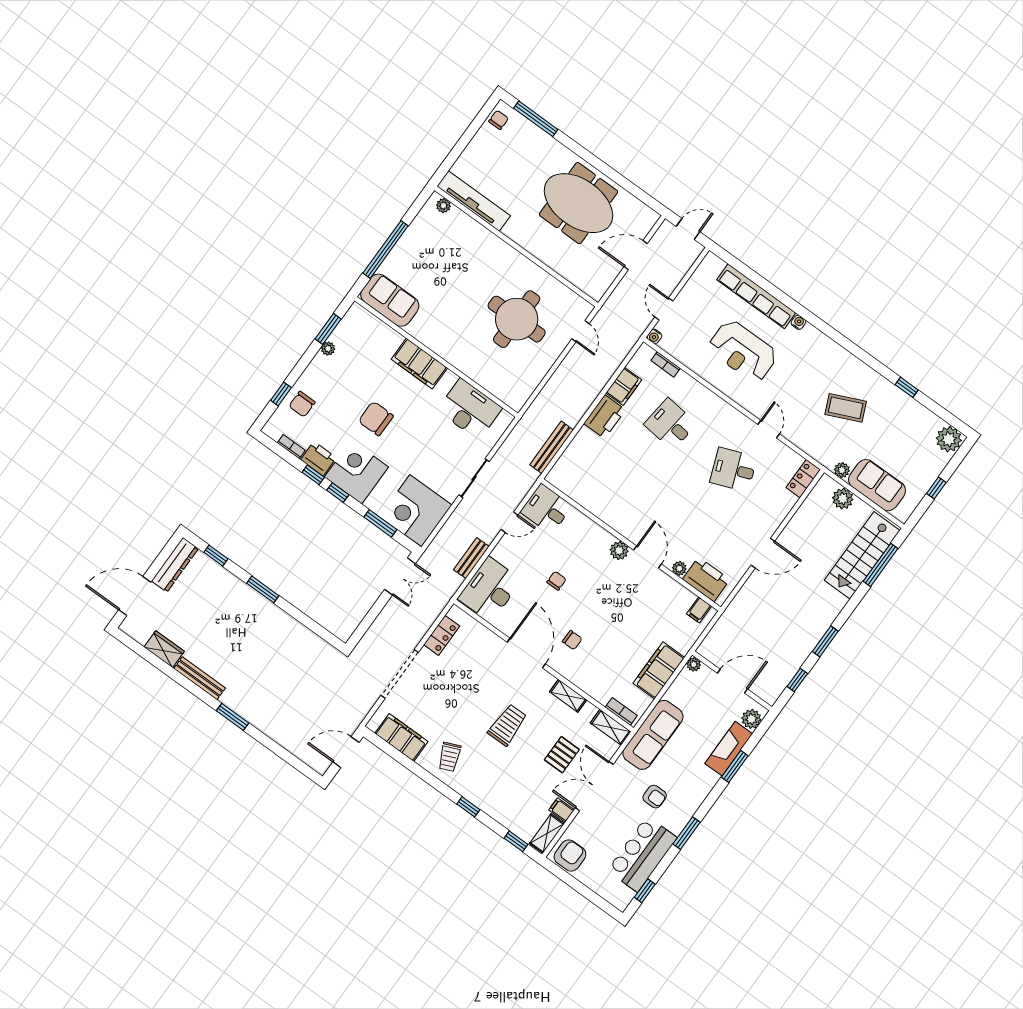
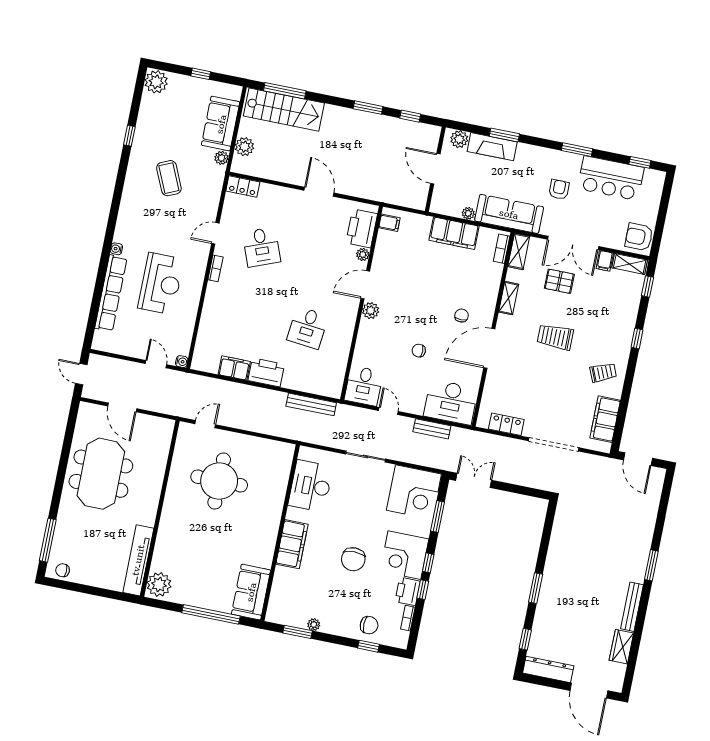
plant: (443, 206) -> (159, 585), width x1.88, depth x1.88
door: (664, 309) -> (156, 364), swing flipped
bookcase: (666, 364) -> (215, 268), moved
desk: (670, 424) -> (308, 328), moved
plant: (694, 664) -> (468, 213), moved

